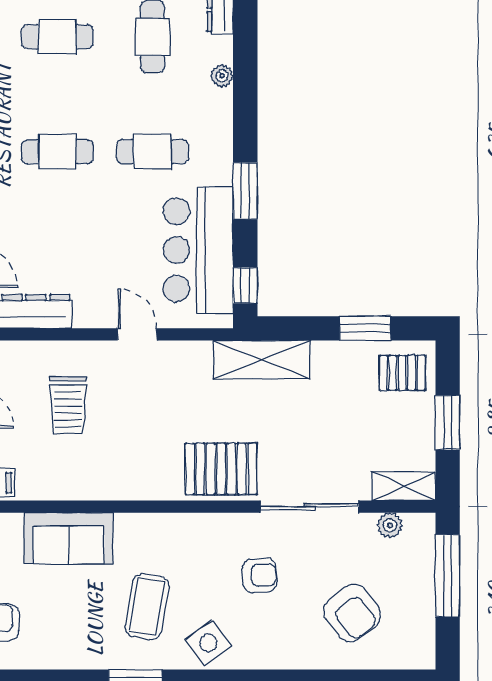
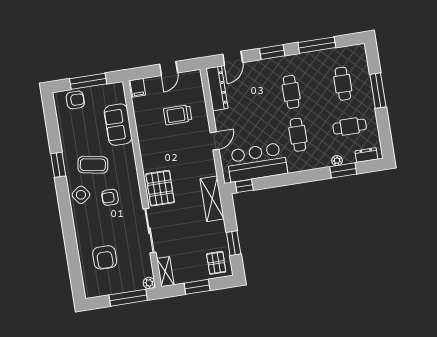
window: (245, 191) -> (343, 170), moved
plant: (390, 525) -> (149, 283), moved
armchair: (260, 575) -> (110, 197), moved, turned 93
armchair: (352, 613) -> (105, 257), turned -52

